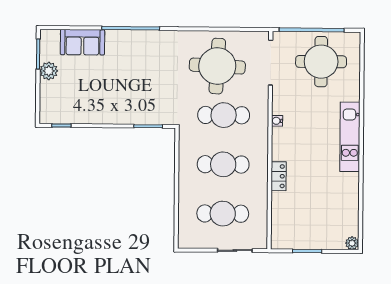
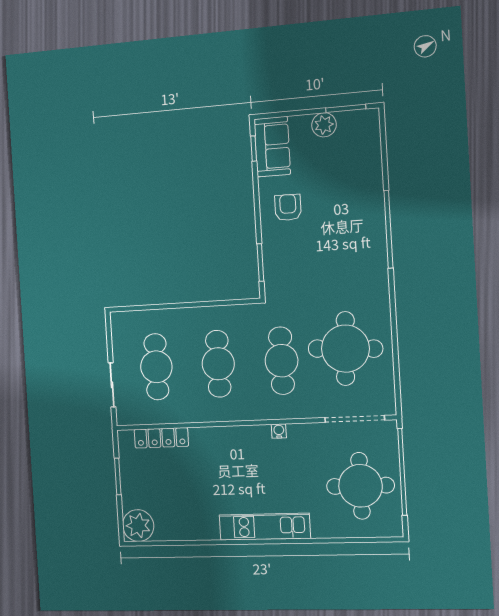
sofa: (82, 42) -> (272, 147), moved, turned 180
armchair: (108, 102) -> (288, 208), added
locker: (279, 176) -> (161, 438), moved, width x1.53
plant: (352, 243) -> (138, 526), width x1.87, depth x1.87

